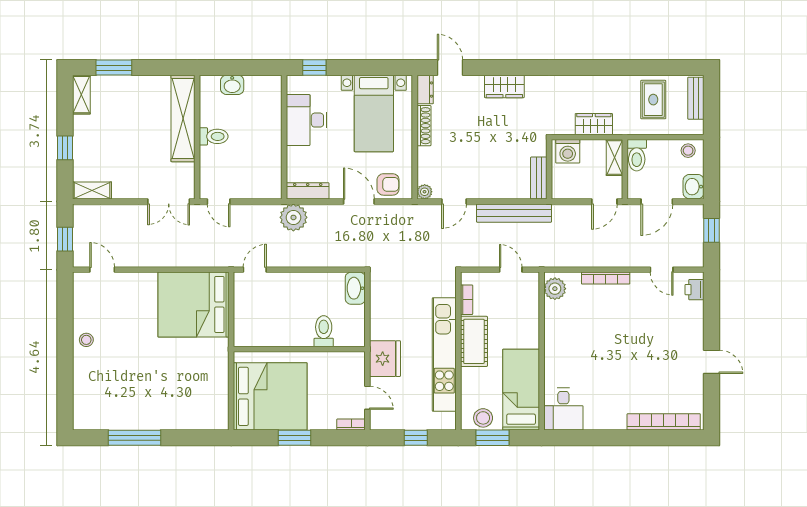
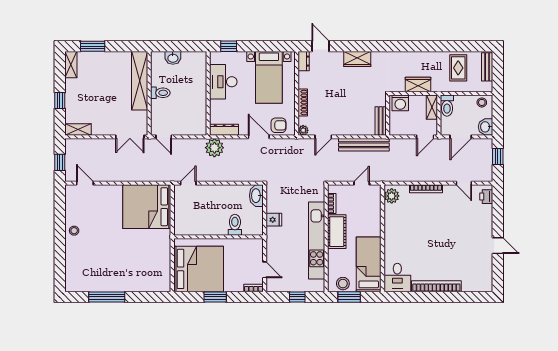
shoe rack: (424, 126) -> (303, 103), moved
door: (511, 270) -> (362, 183), hinge flipped
fridge: (385, 359) -> (274, 220), moved, width x0.53, depth x0.75
bookcase: (664, 422) -> (436, 286), moved

